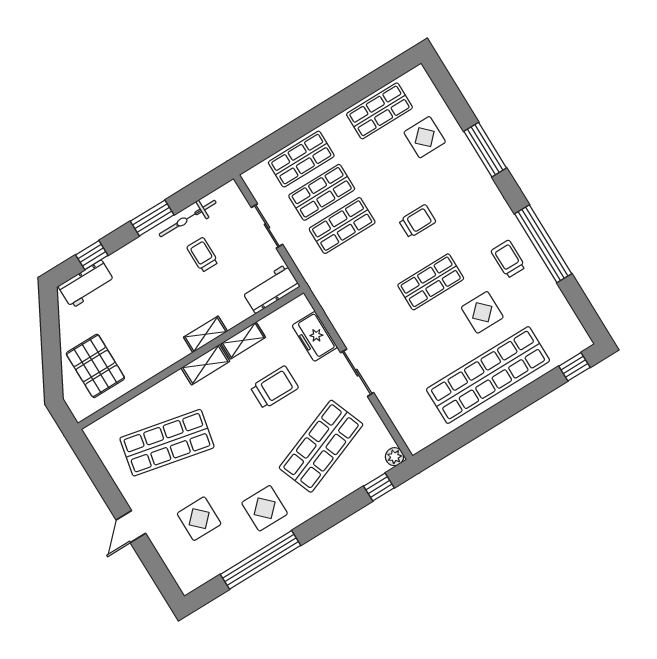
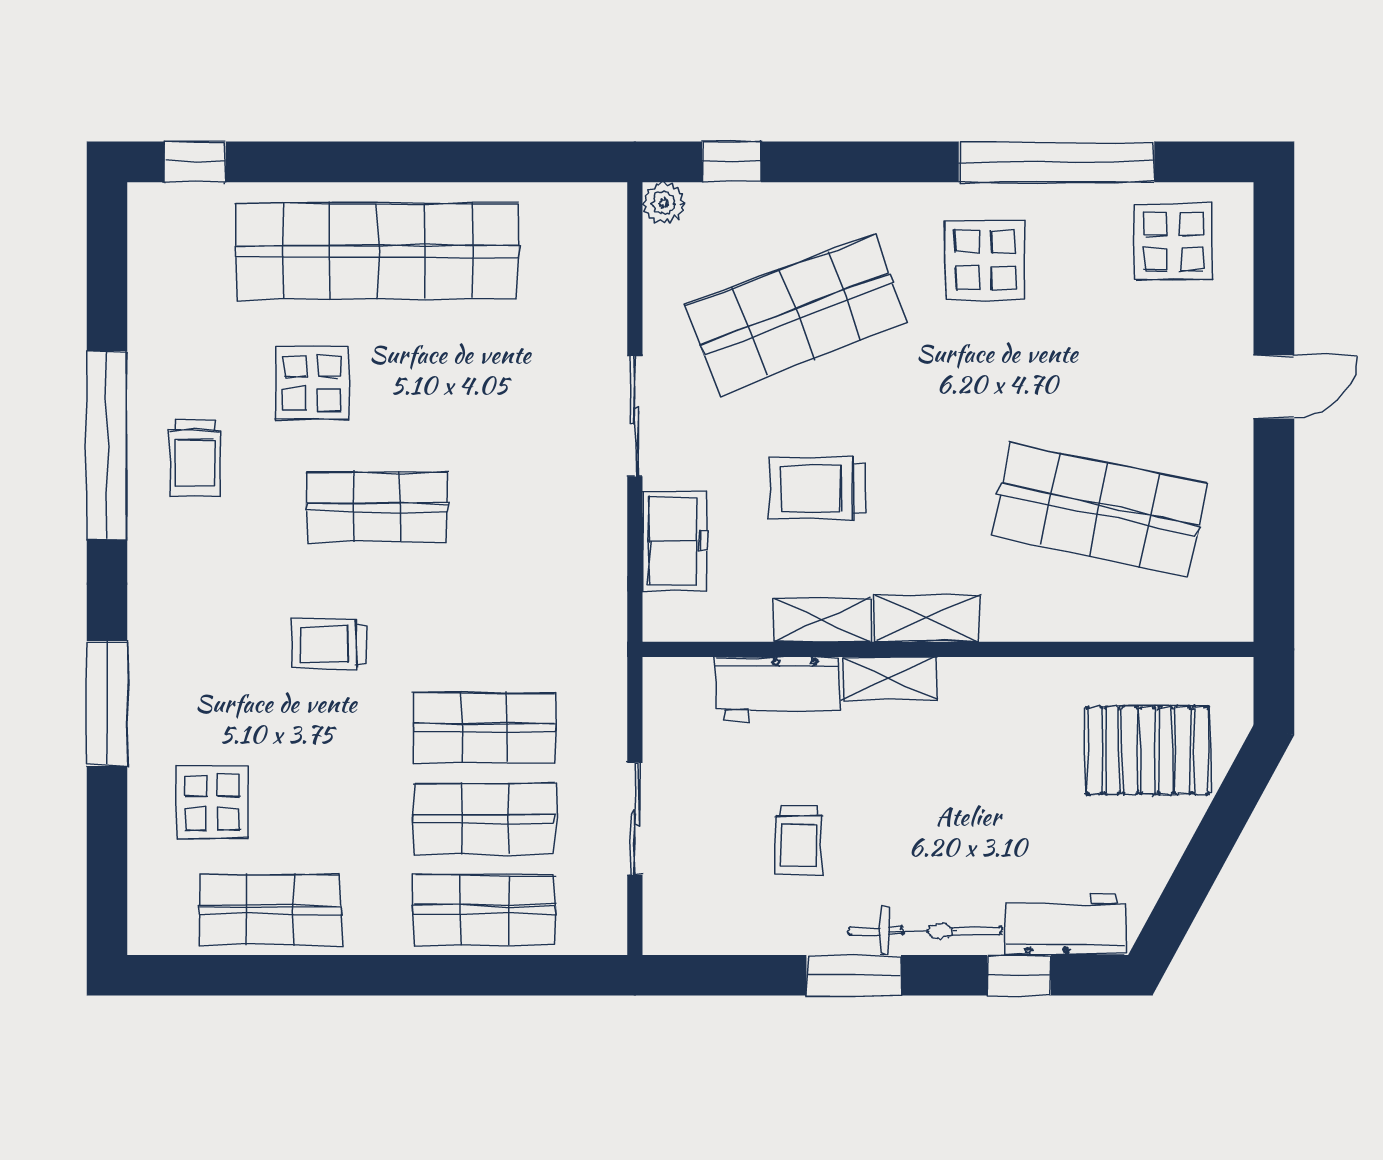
bicycle: (188, 219) -> (925, 931), moved
workbench: (271, 289) -> (777, 689), moved
pallet: (95, 366) -> (1148, 750), turned 90
display table: (199, 519) -> (1174, 242), moved

